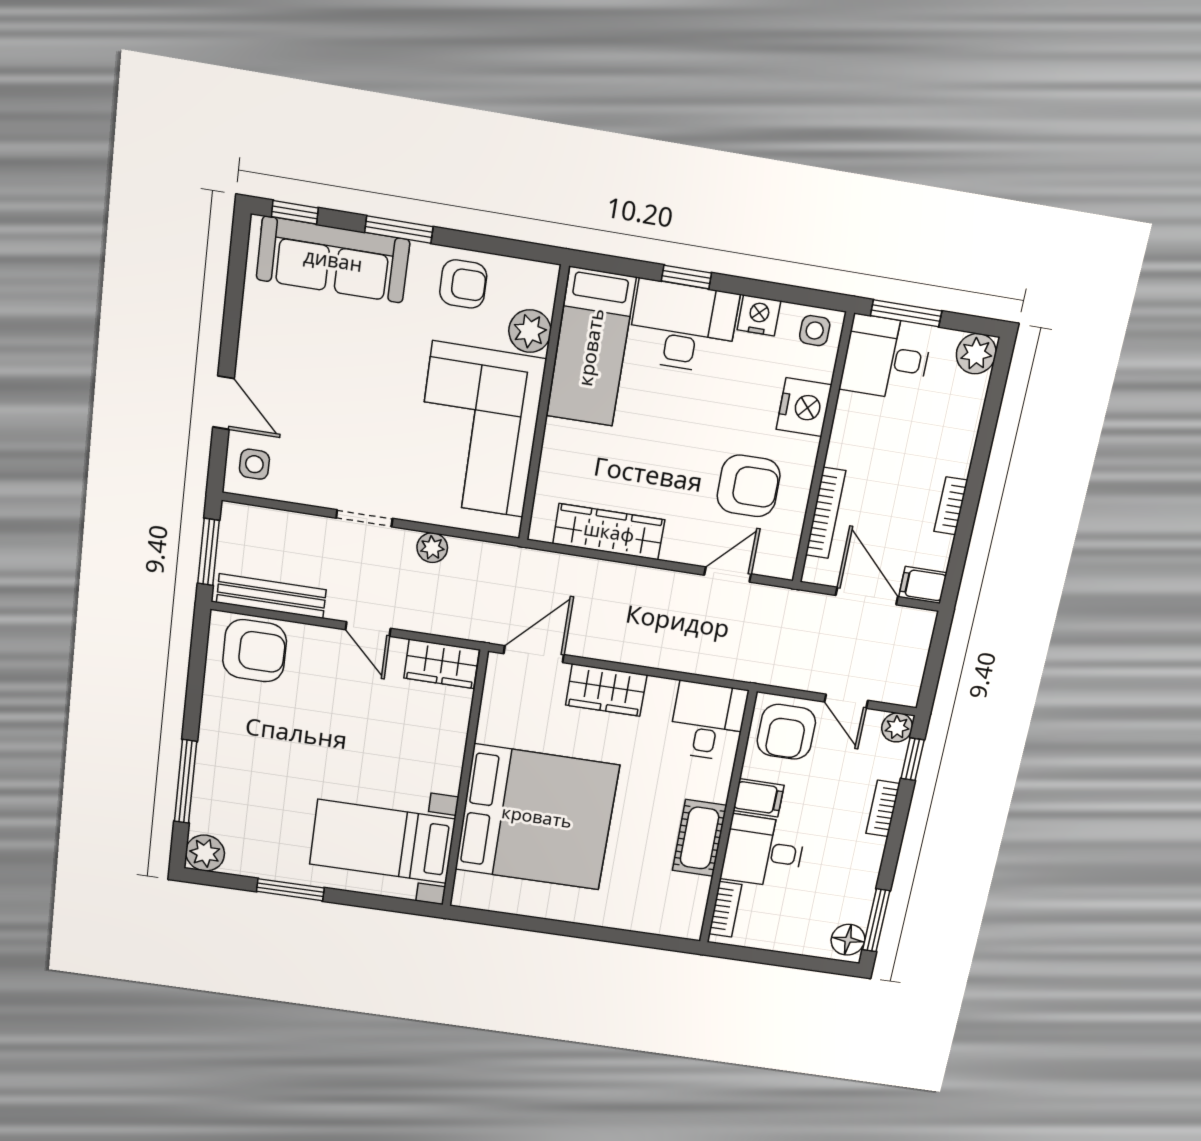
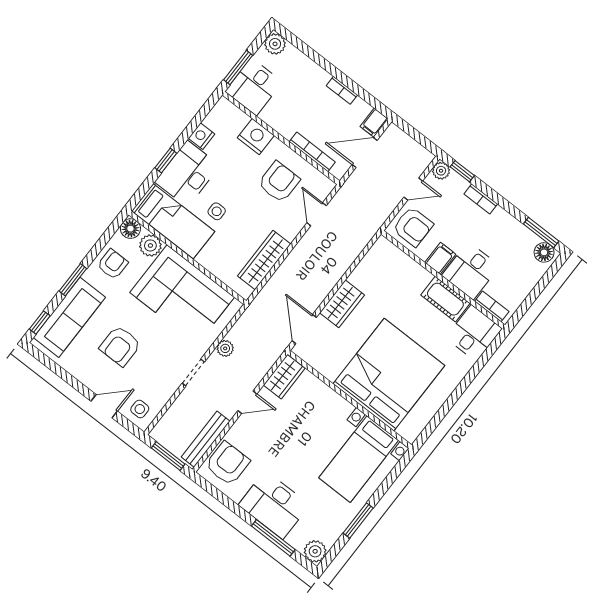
floor lamp: (539, 281) -> (130, 229), added
side table: (815, 331) -> (217, 211), moved
armchair: (336, 374) -> (120, 346), added
desk: (708, 721) -> (474, 333), moved, turned 90
desk: (236, 756) -> (274, 505), added

